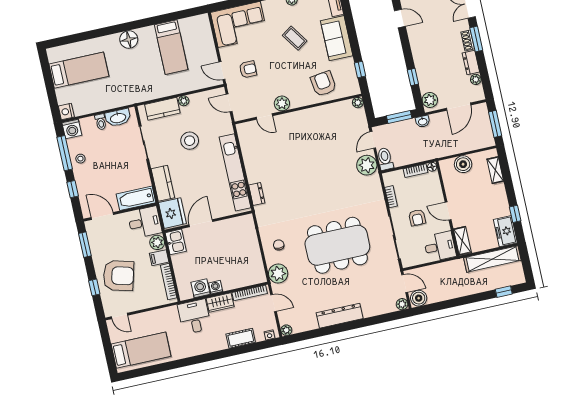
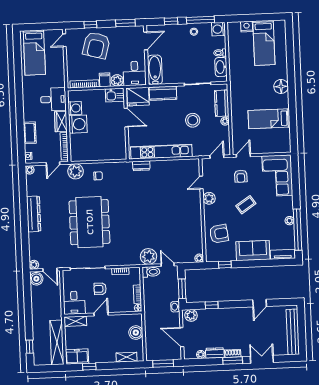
coffee table: (295, 38) -> (246, 205), moved
nightstand: (66, 112) -> (247, 27), moved
door: (405, 283) -> (50, 270), hinge flipped
washing machine: (216, 287) -> (78, 124), width x1.89, depth x1.89

